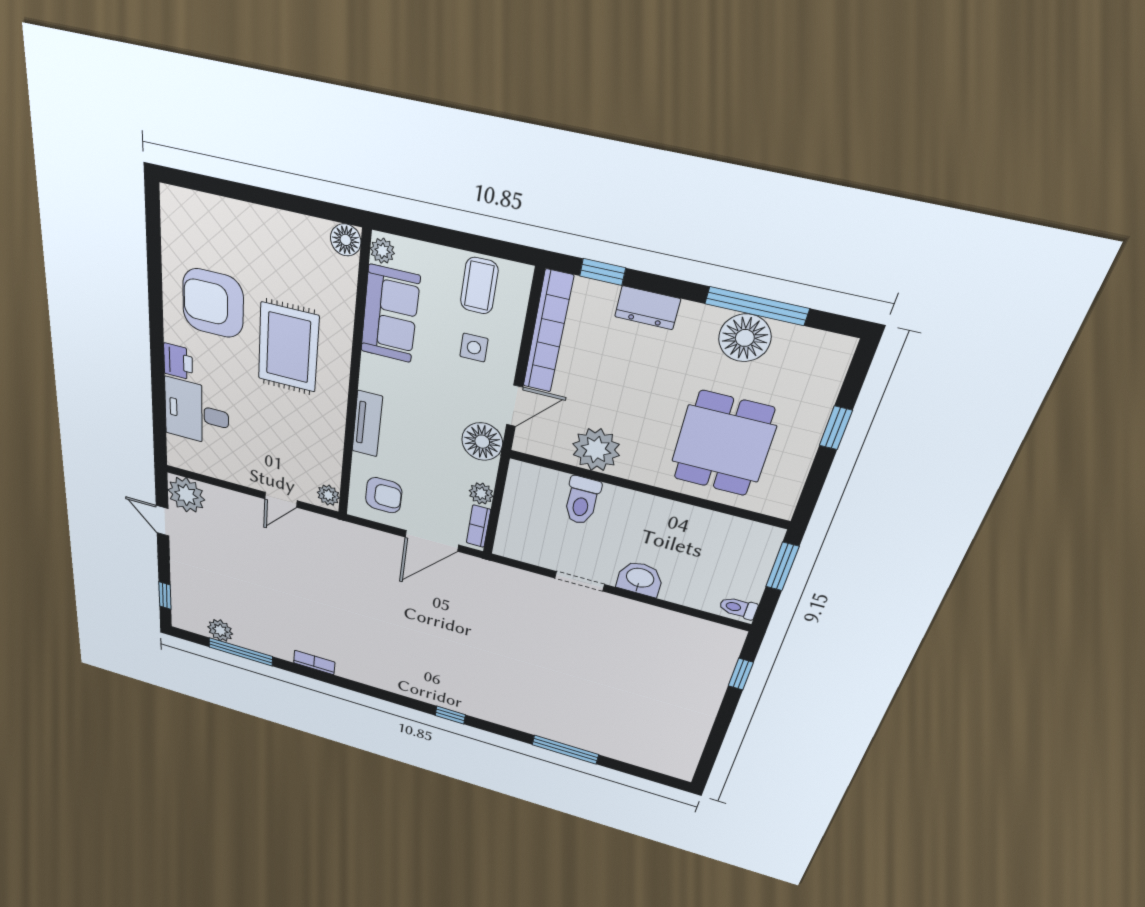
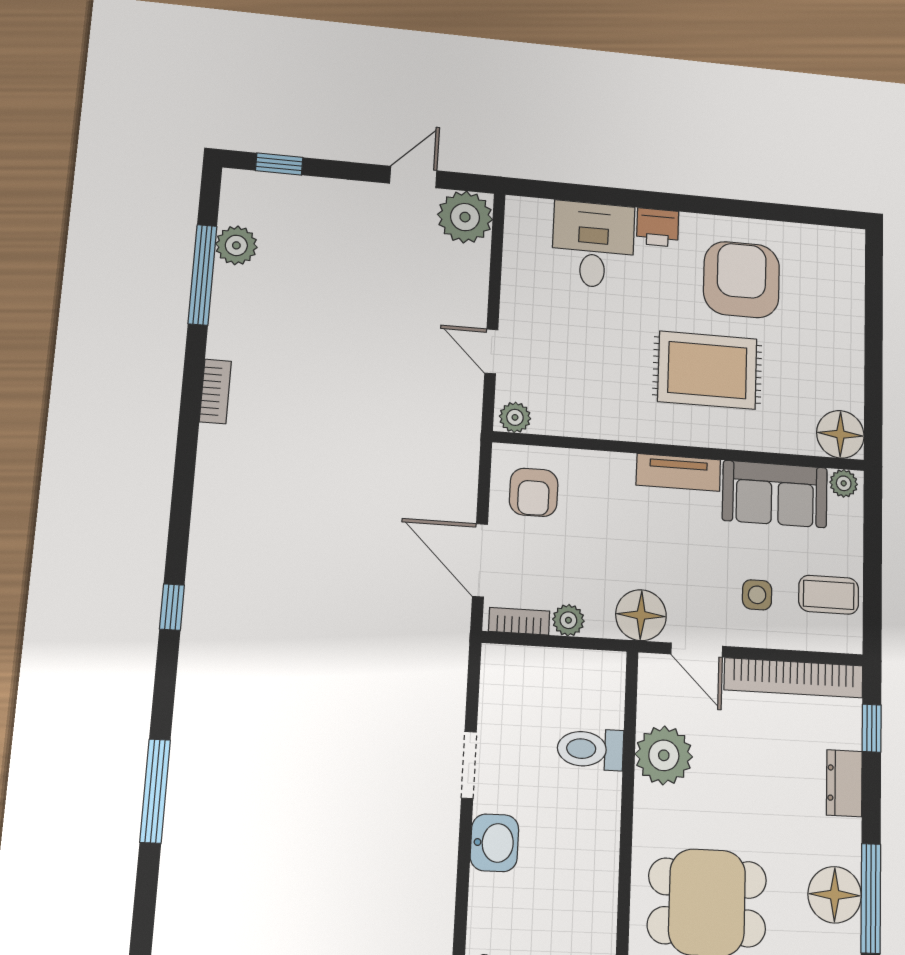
floor lamp: (346, 240) -> (840, 434), width x1.38, depth x1.38
tv unit: (367, 424) -> (678, 472), moved

